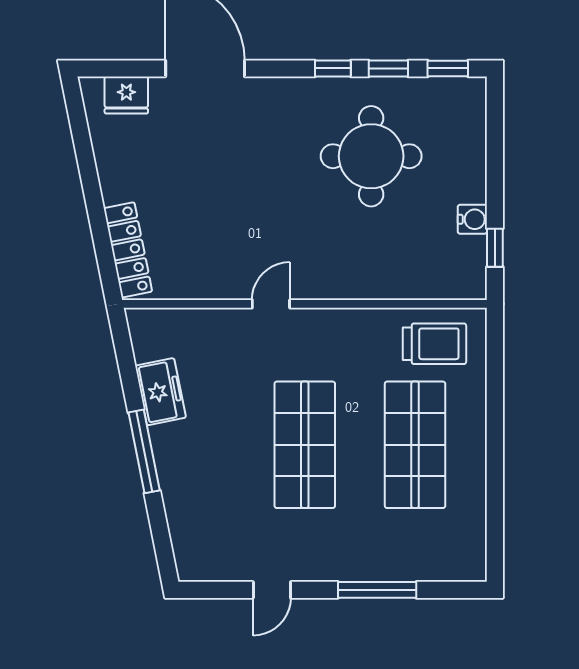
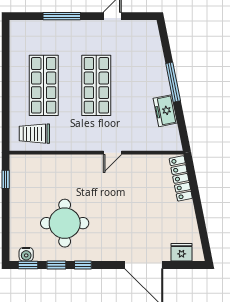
water cooler: (472, 219) -> (26, 254), moved, turned -90

